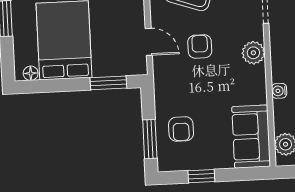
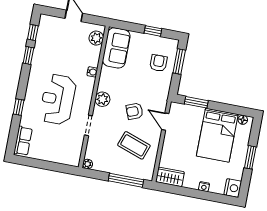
armchair: (200, 46) -> (135, 111), turned 68

